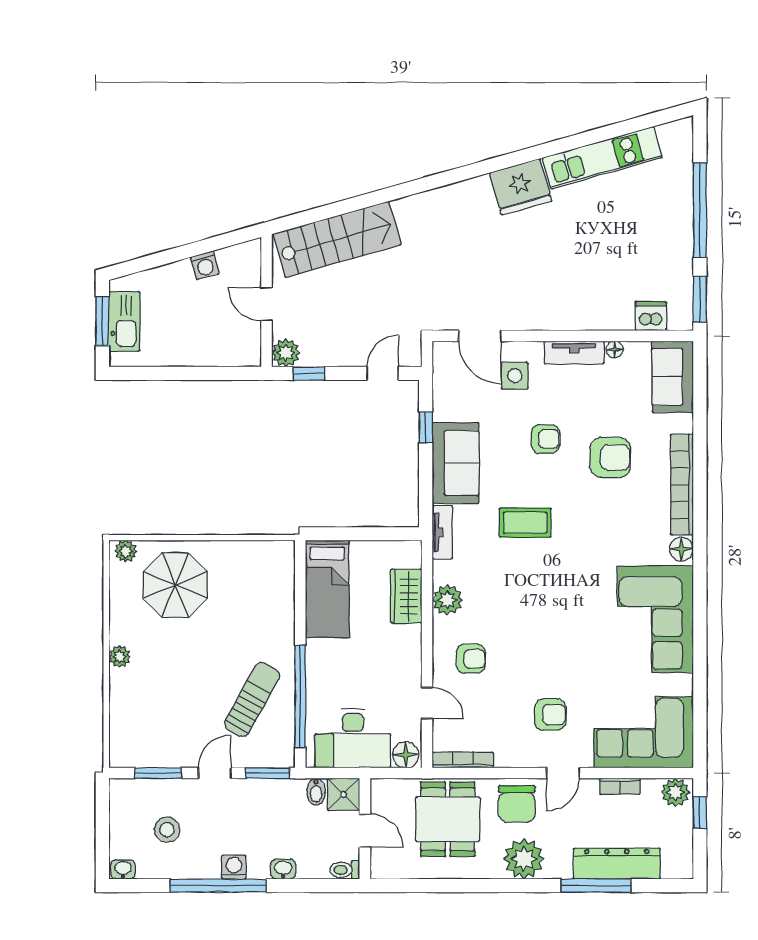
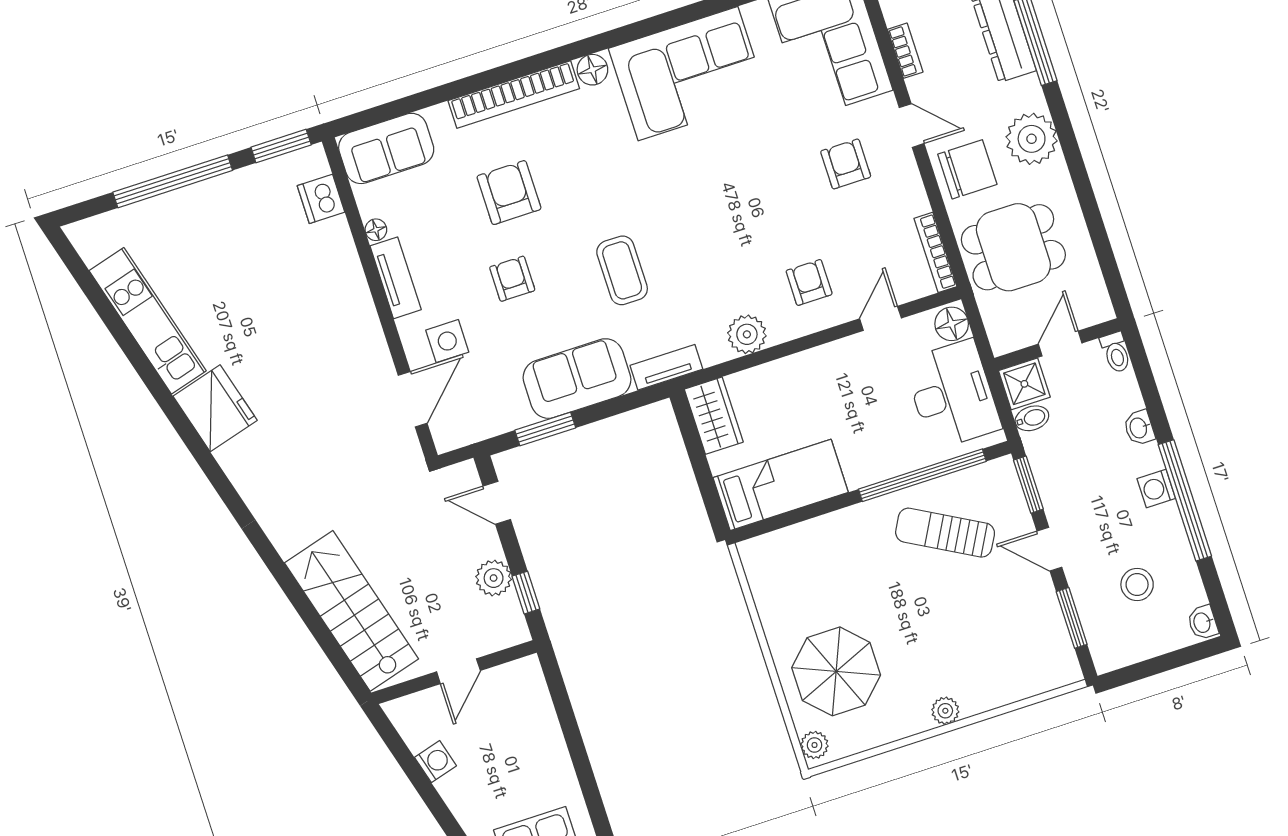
plant: (286, 353) -> (494, 578), moved
window: (426, 427) -> (545, 429), width x1.50
wardrobe: (406, 596) -> (714, 416), moved, turned -90

